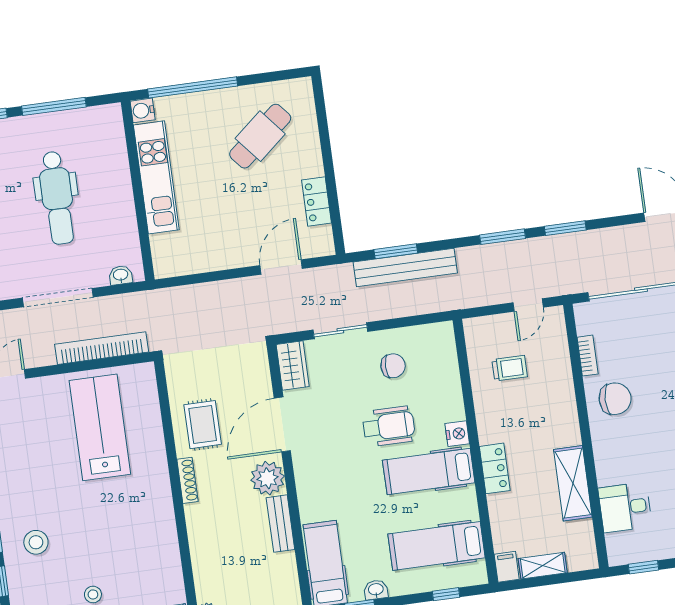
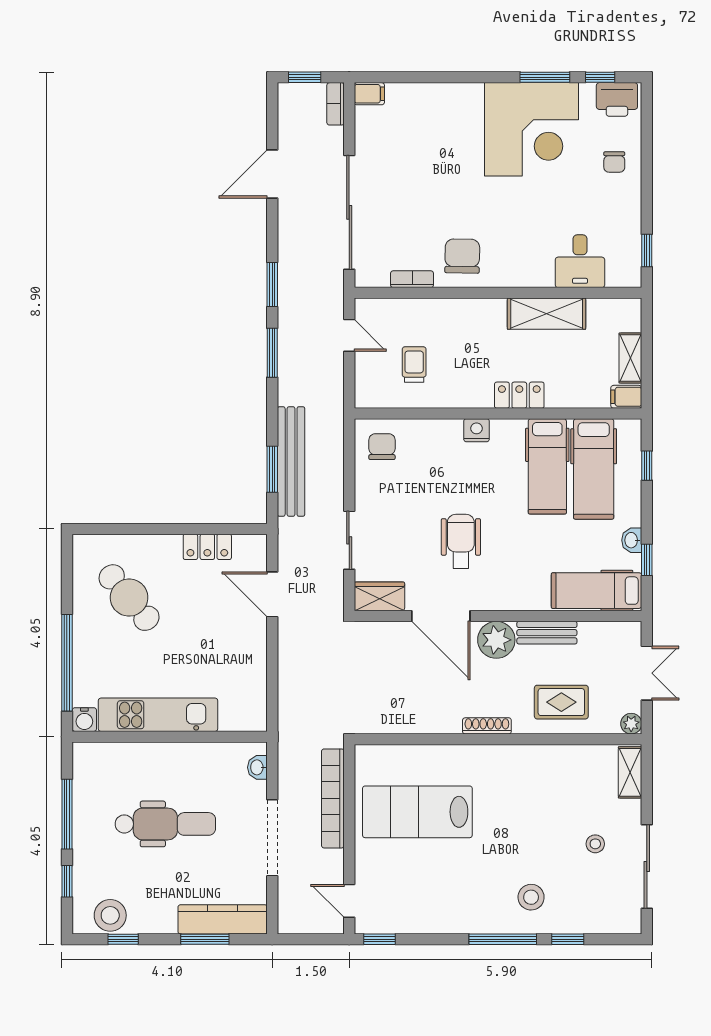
chair: (393, 366) -> (382, 447), moved
rug: (203, 425) -> (561, 702), moved
wheelchair: (389, 426) -> (461, 541), moved
hospital bed: (429, 471) -> (547, 466), moved

